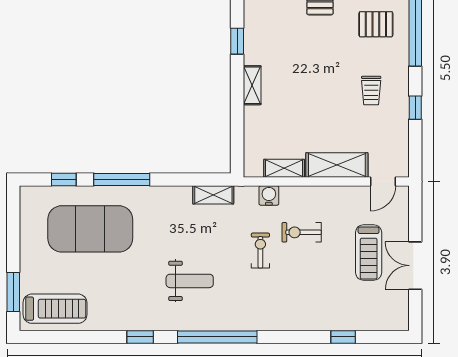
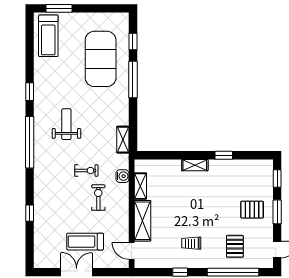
weight bench: (190, 281) -> (66, 124), turned 180
window: (343, 337) -> (30, 213), moved

